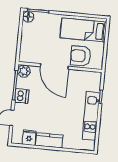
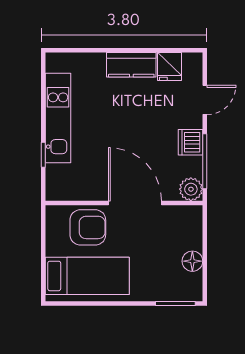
floor lamp: (28, 17) -> (192, 261), moved

